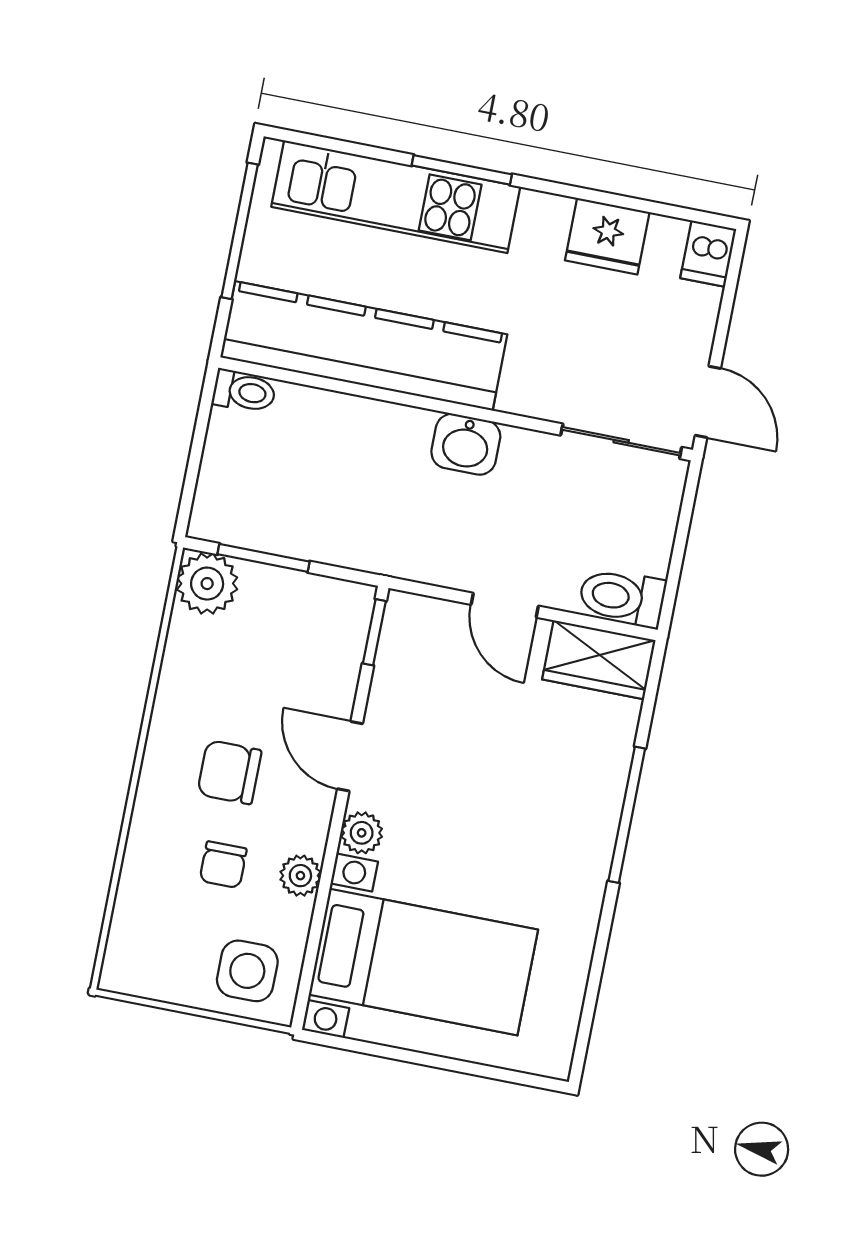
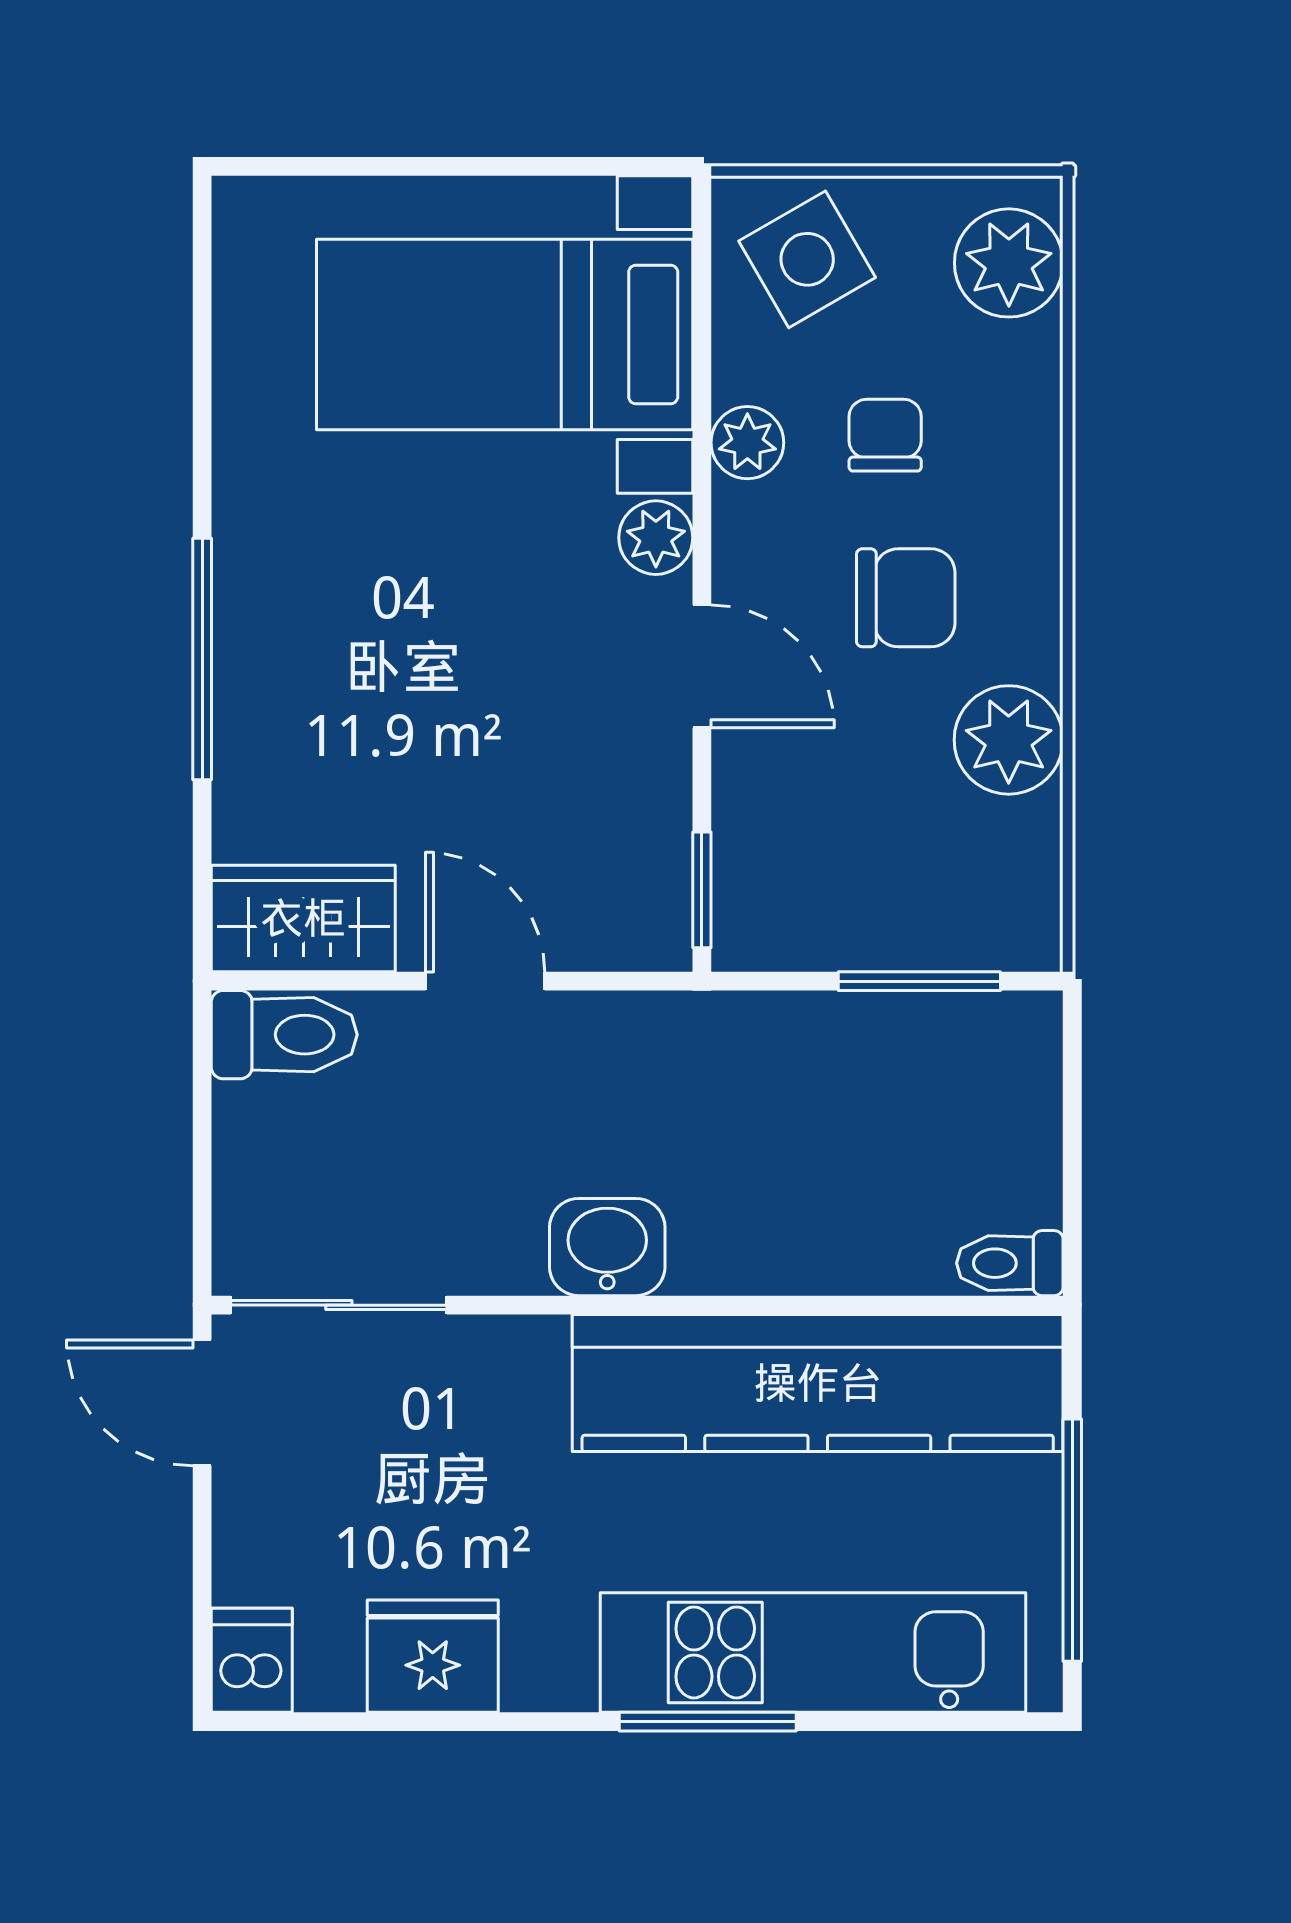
plant: (207, 584) -> (1009, 740), moved
plant: (136, 947) -> (1009, 263), added
side table: (247, 971) -> (807, 259), turned -30

